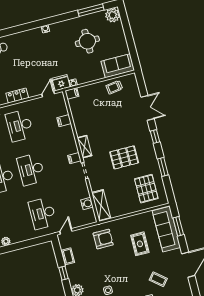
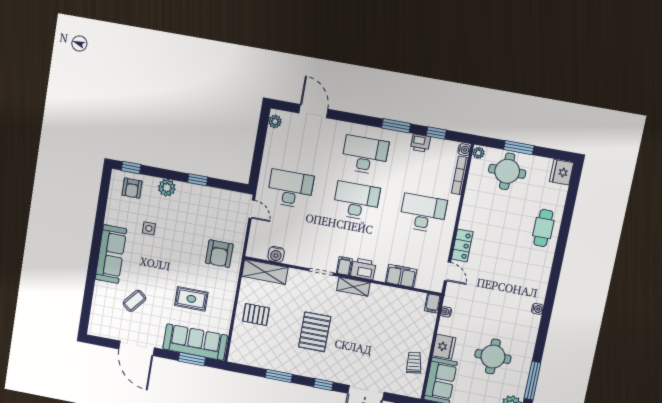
fridge: (61, 83) -> (444, 347), moved
locker: (17, 95) -> (462, 245), moved
filing cabinet: (64, 121) -> (401, 276), width x2.00
printer: (71, 146) -> (363, 269), added
pallet: (146, 189) -> (256, 315), moved, width x0.67, depth x0.71
coffee table: (68, 256) -> (217, 197), removed

